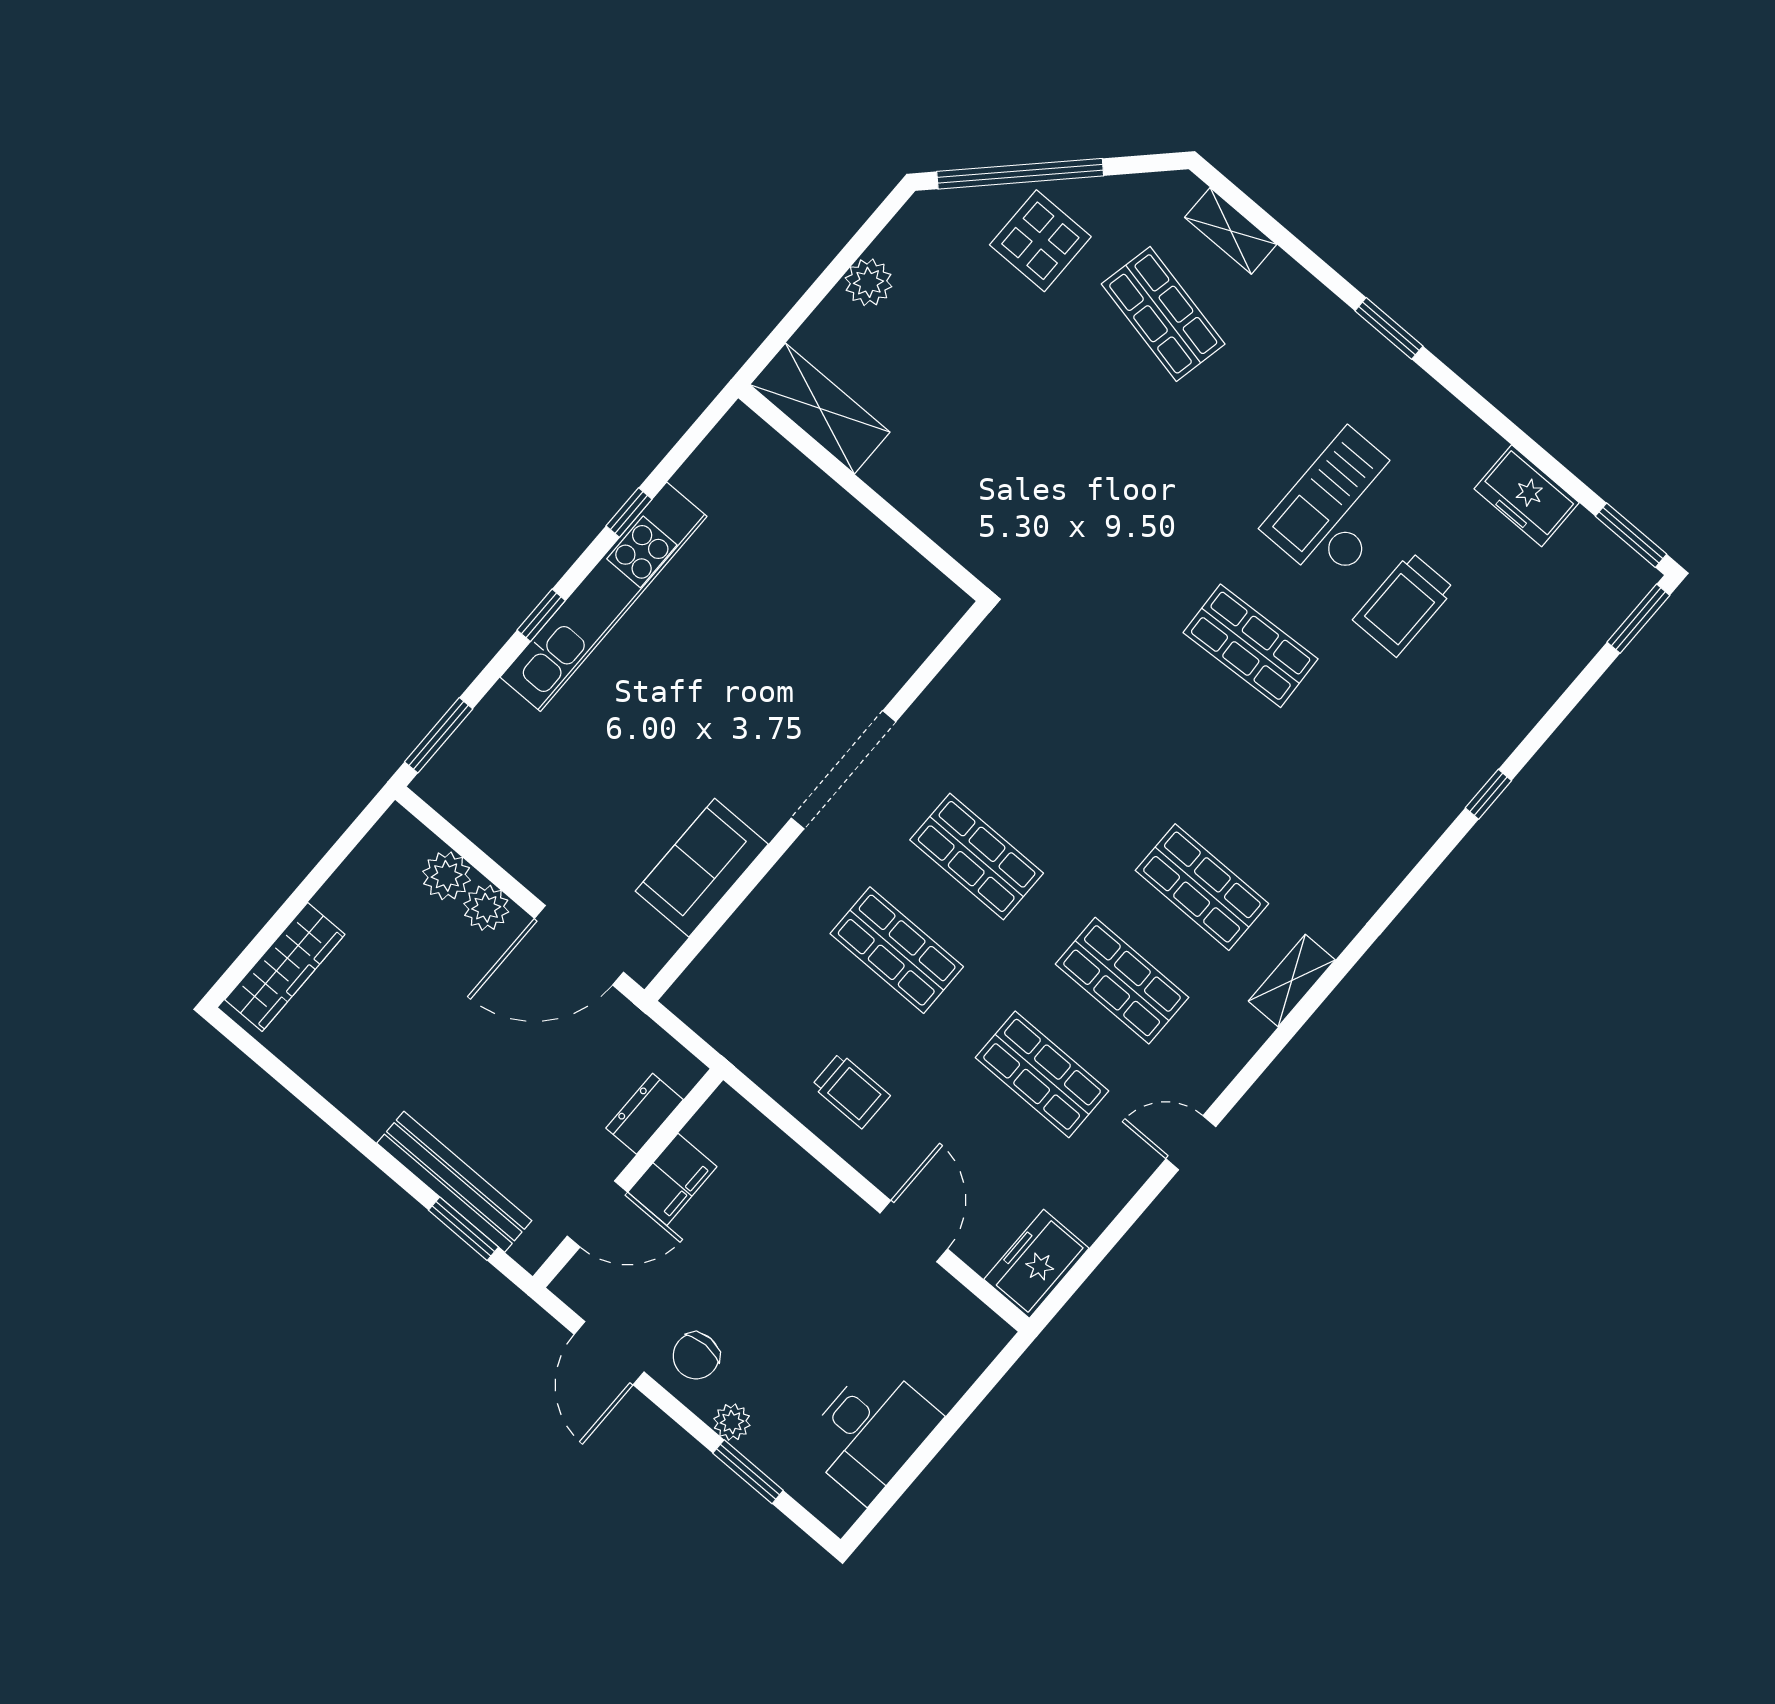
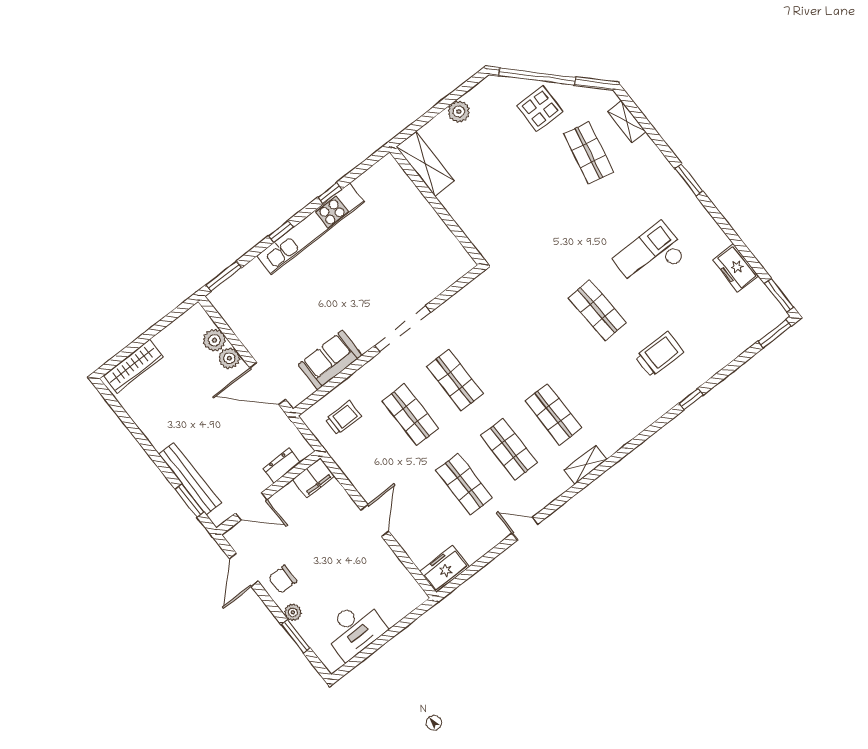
trolley: (1404, 604) -> (659, 354), moved, turned 180
trolley: (851, 1091) -> (343, 418), moved, turned -90
filing cabinet: (672, 1179) -> (314, 478), moved
door: (914, 1231) -> (375, 521), moved

